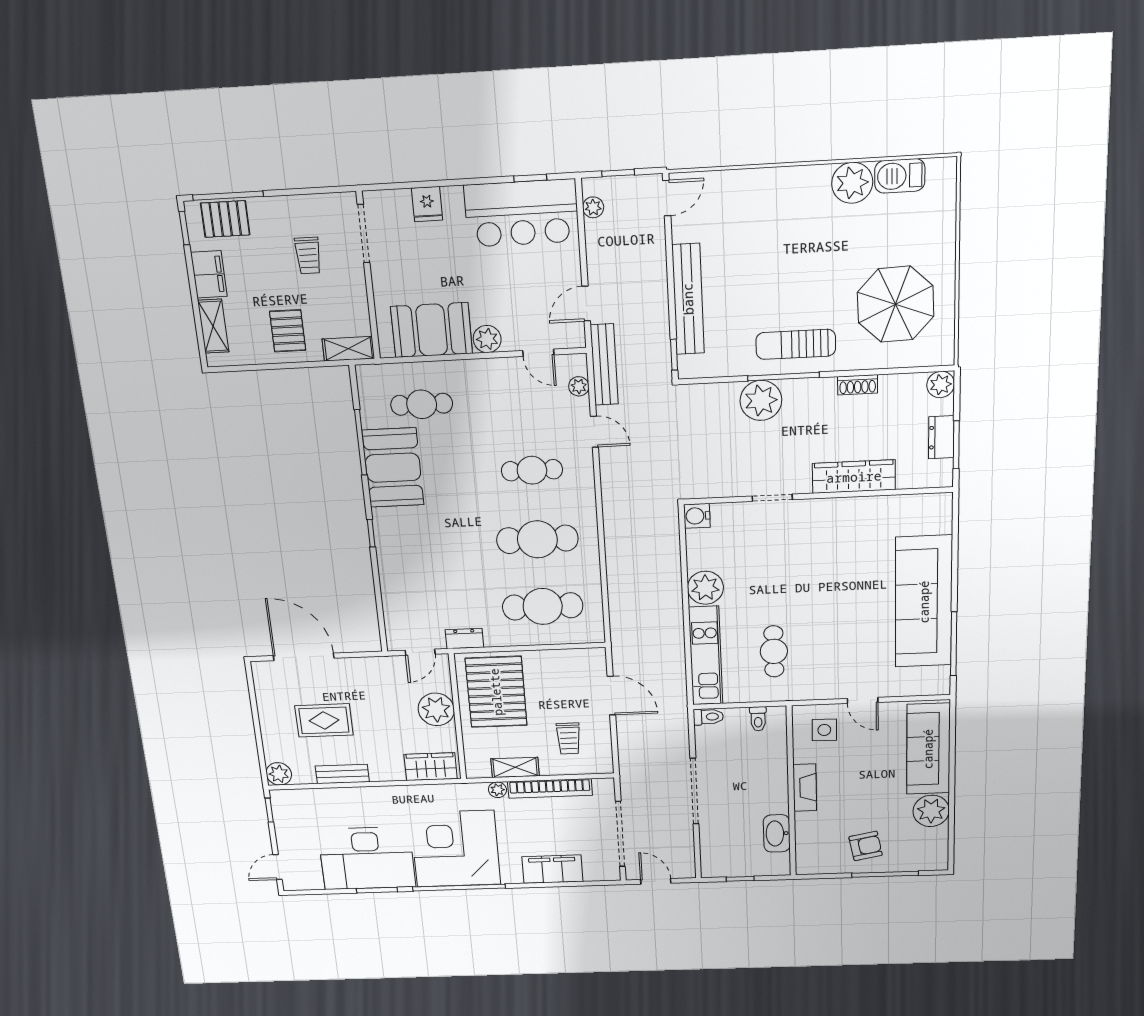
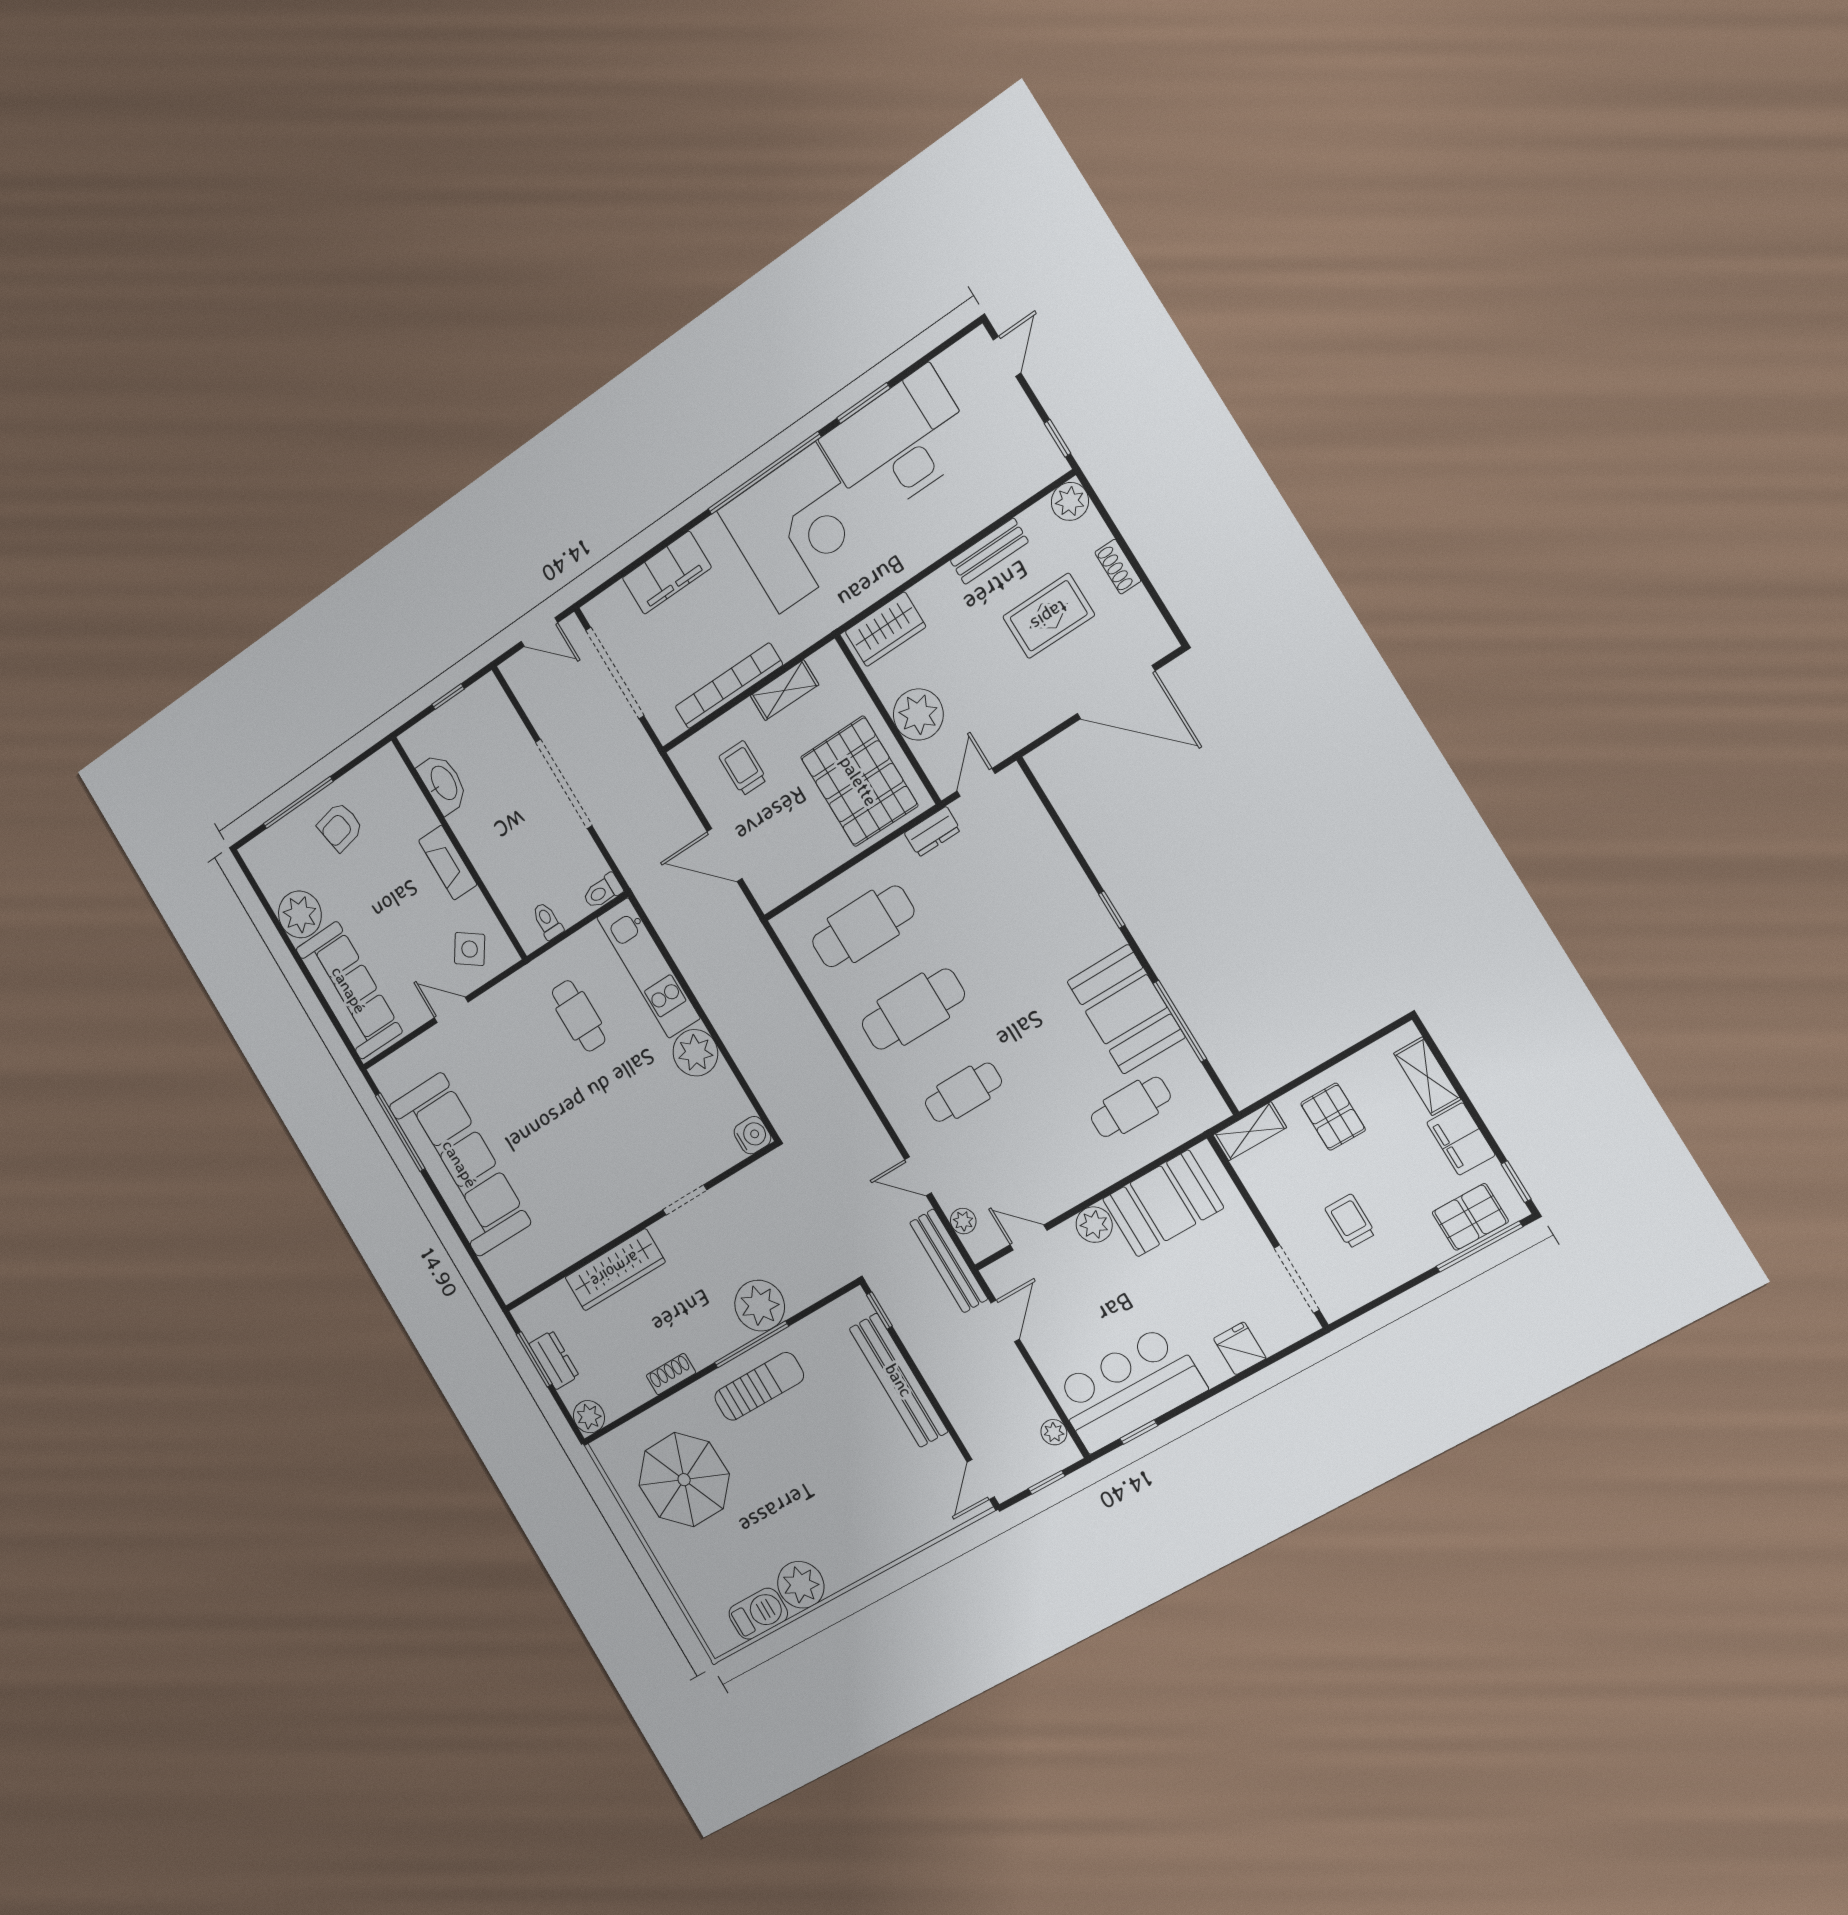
shoe rack: (267, 724) -> (1118, 567), added
side table: (824, 730) -> (470, 949), turned 34
plant: (497, 790) -> (789, 646), removed

